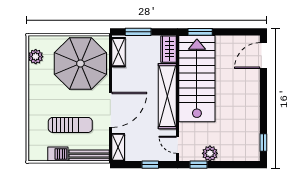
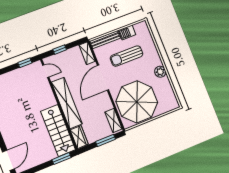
plant: (36, 57) -> (160, 72), moved
stairs: (197, 79) -> (58, 131), width x0.73, depth x0.66
plant: (210, 153) -> (20, 74), removed

